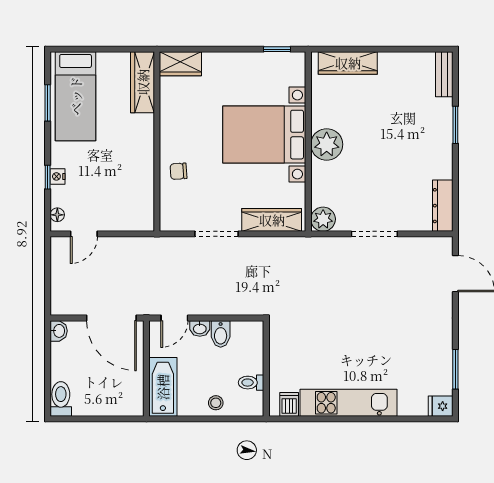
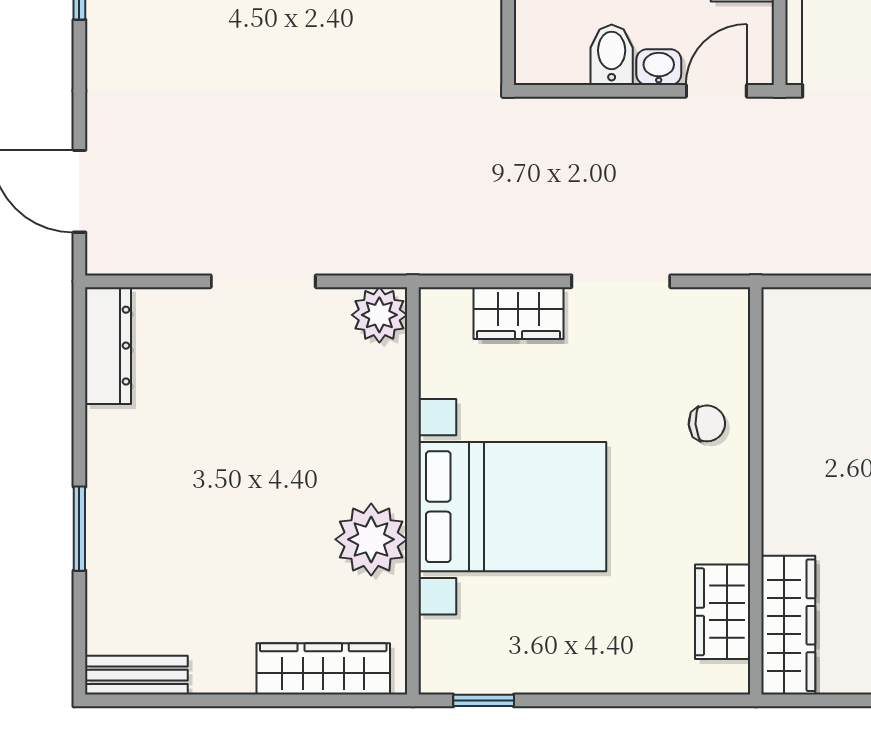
wardrobe: (180, 64) -> (723, 612), moved, turned -90
bench: (444, 74) -> (136, 675), moved, turned 90
plant: (327, 144) -> (371, 539), moved
wardrobe: (272, 220) -> (518, 313), width x0.67

